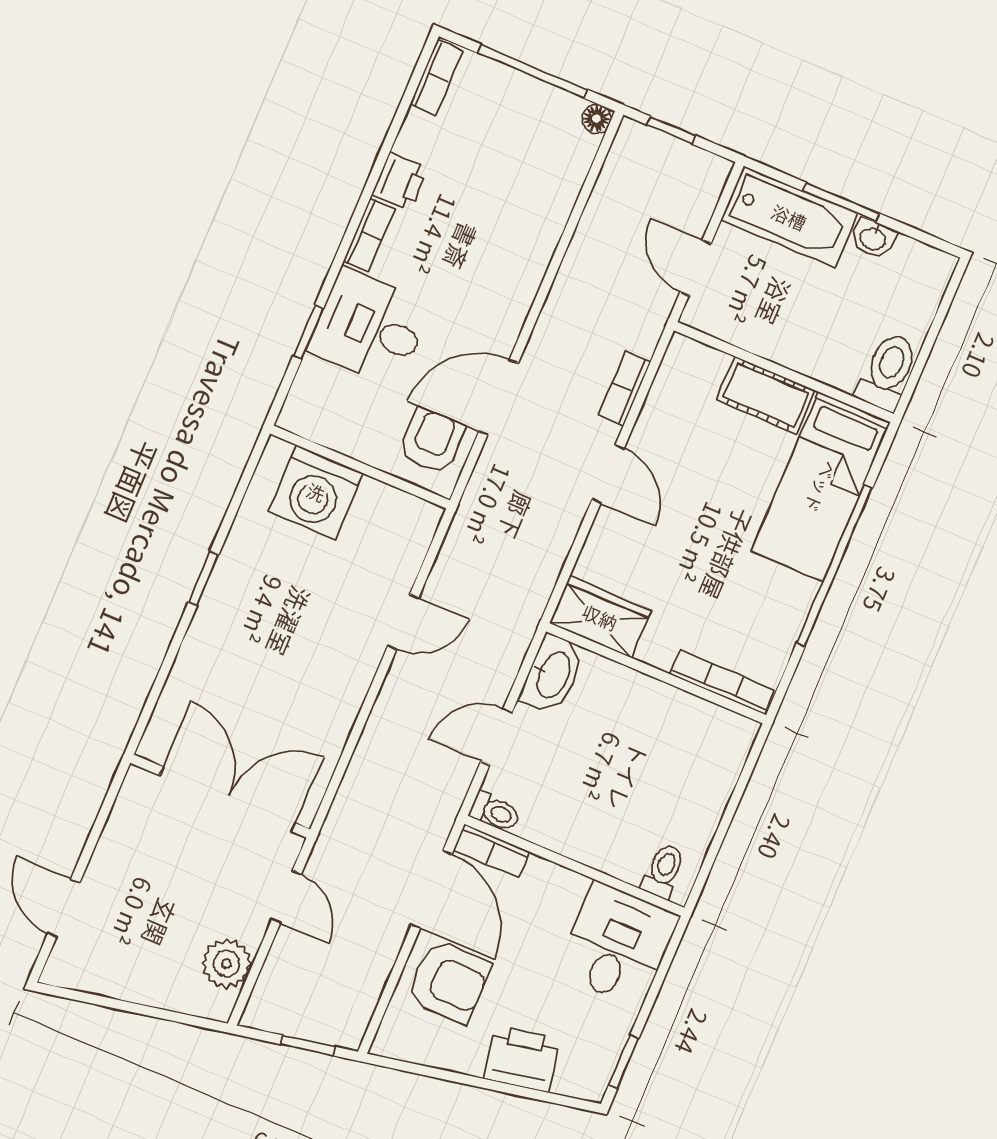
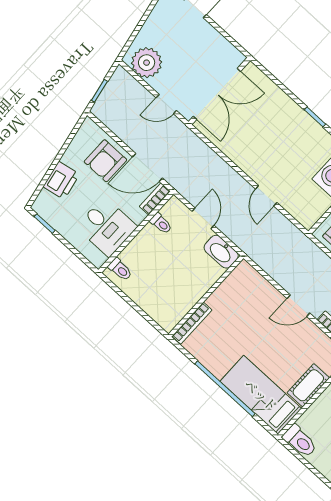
wardrobe: (600, 617) -> (238, 281), removed
toilet: (495, 812) -> (161, 223), moved, turned -90
desk: (617, 944) -> (106, 227), moved
plant: (226, 964) -> (147, 63), width x1.36, depth x1.36

